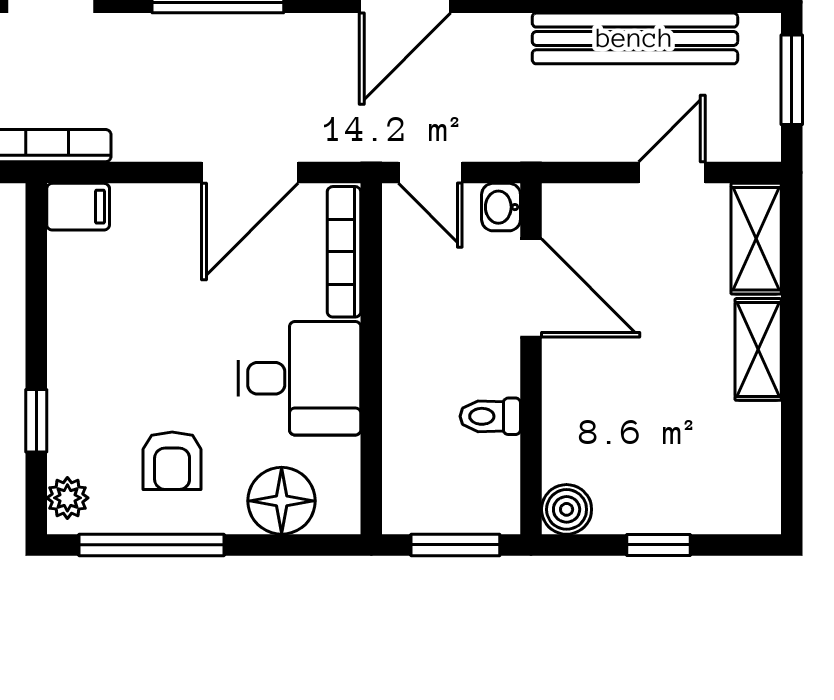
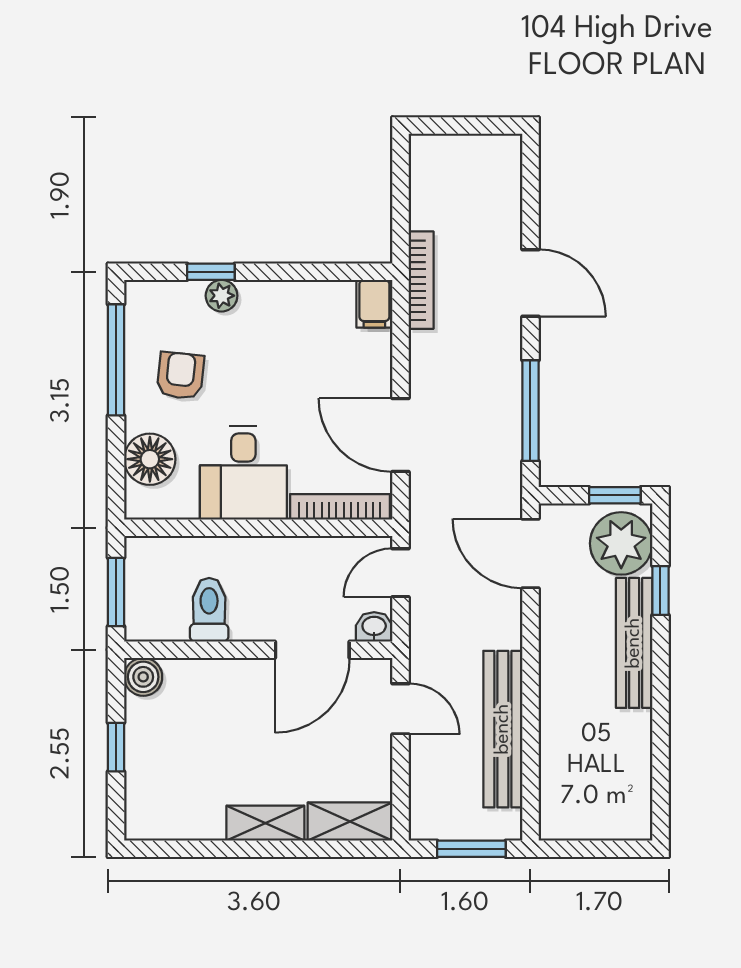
door: (672, 173) -> (400, 709), moved
toilet: (490, 416) -> (209, 610), width x1.37, depth x1.39
armchair: (172, 461) -> (180, 376), turned 96
plant: (67, 498) -> (222, 296), moved

